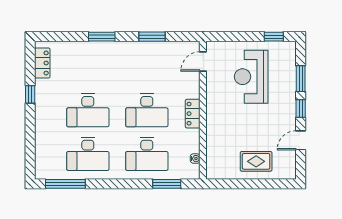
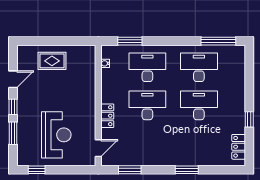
window: (152, 37) -> (130, 170), moved
locker: (193, 114) -> (107, 116), moved

